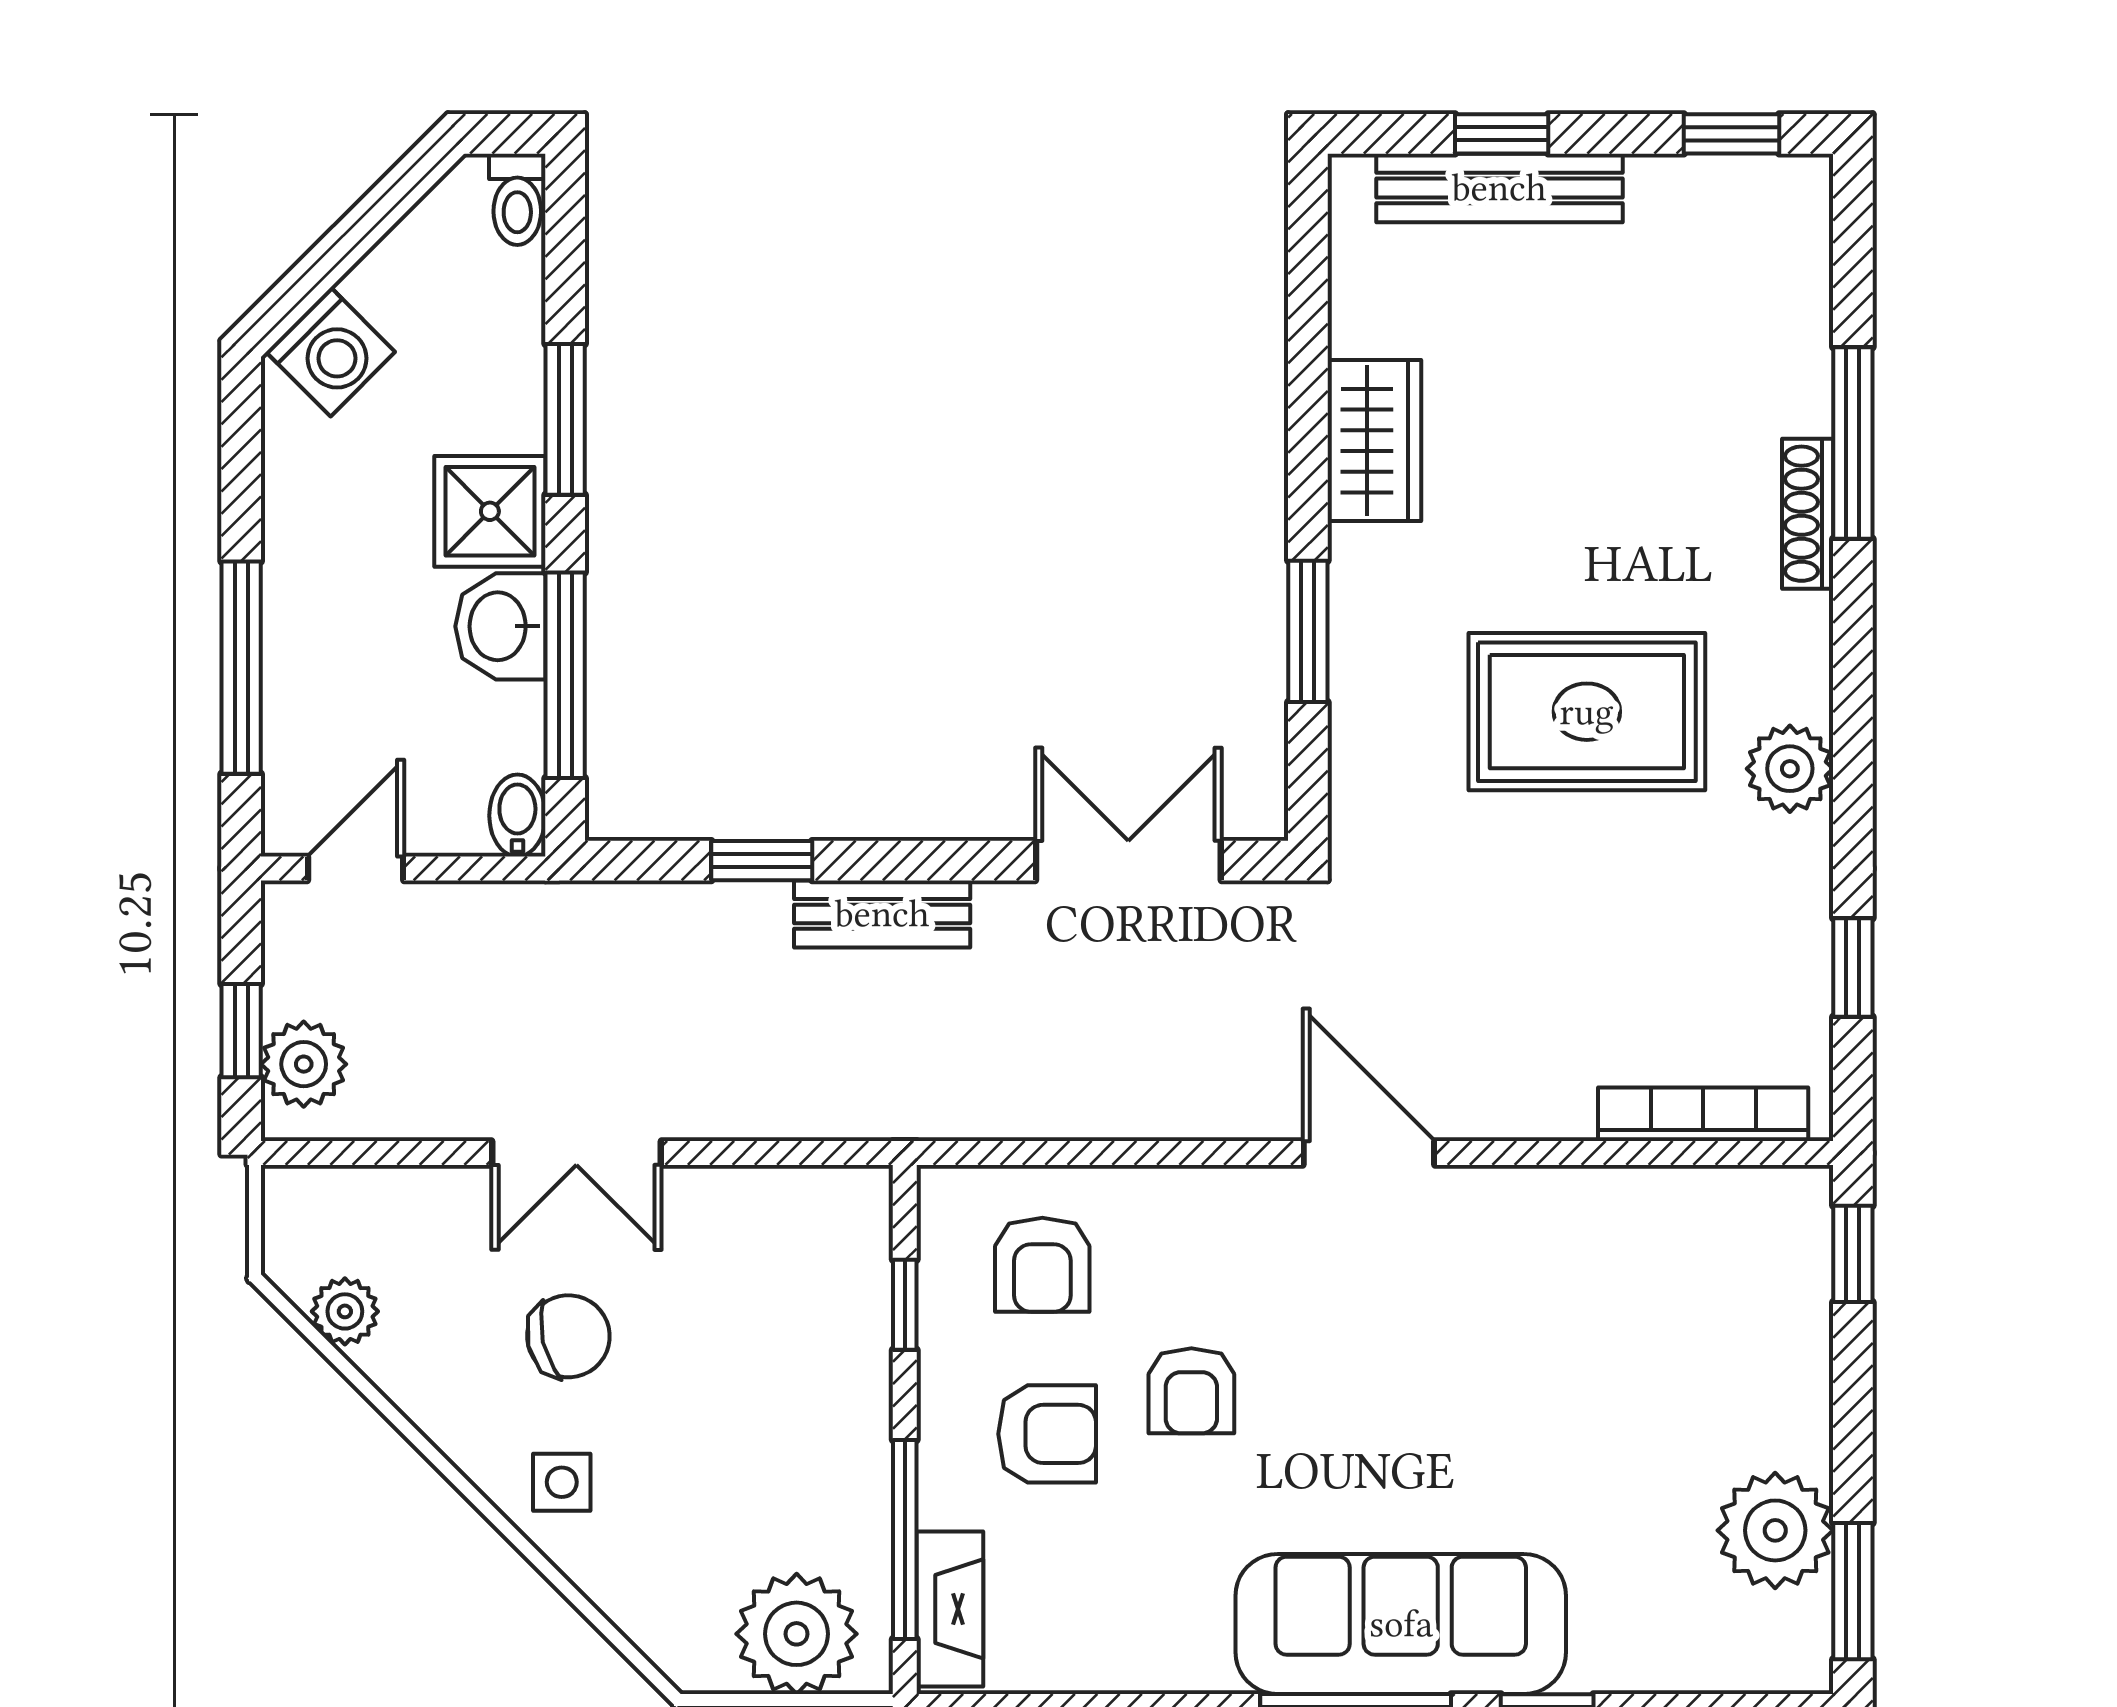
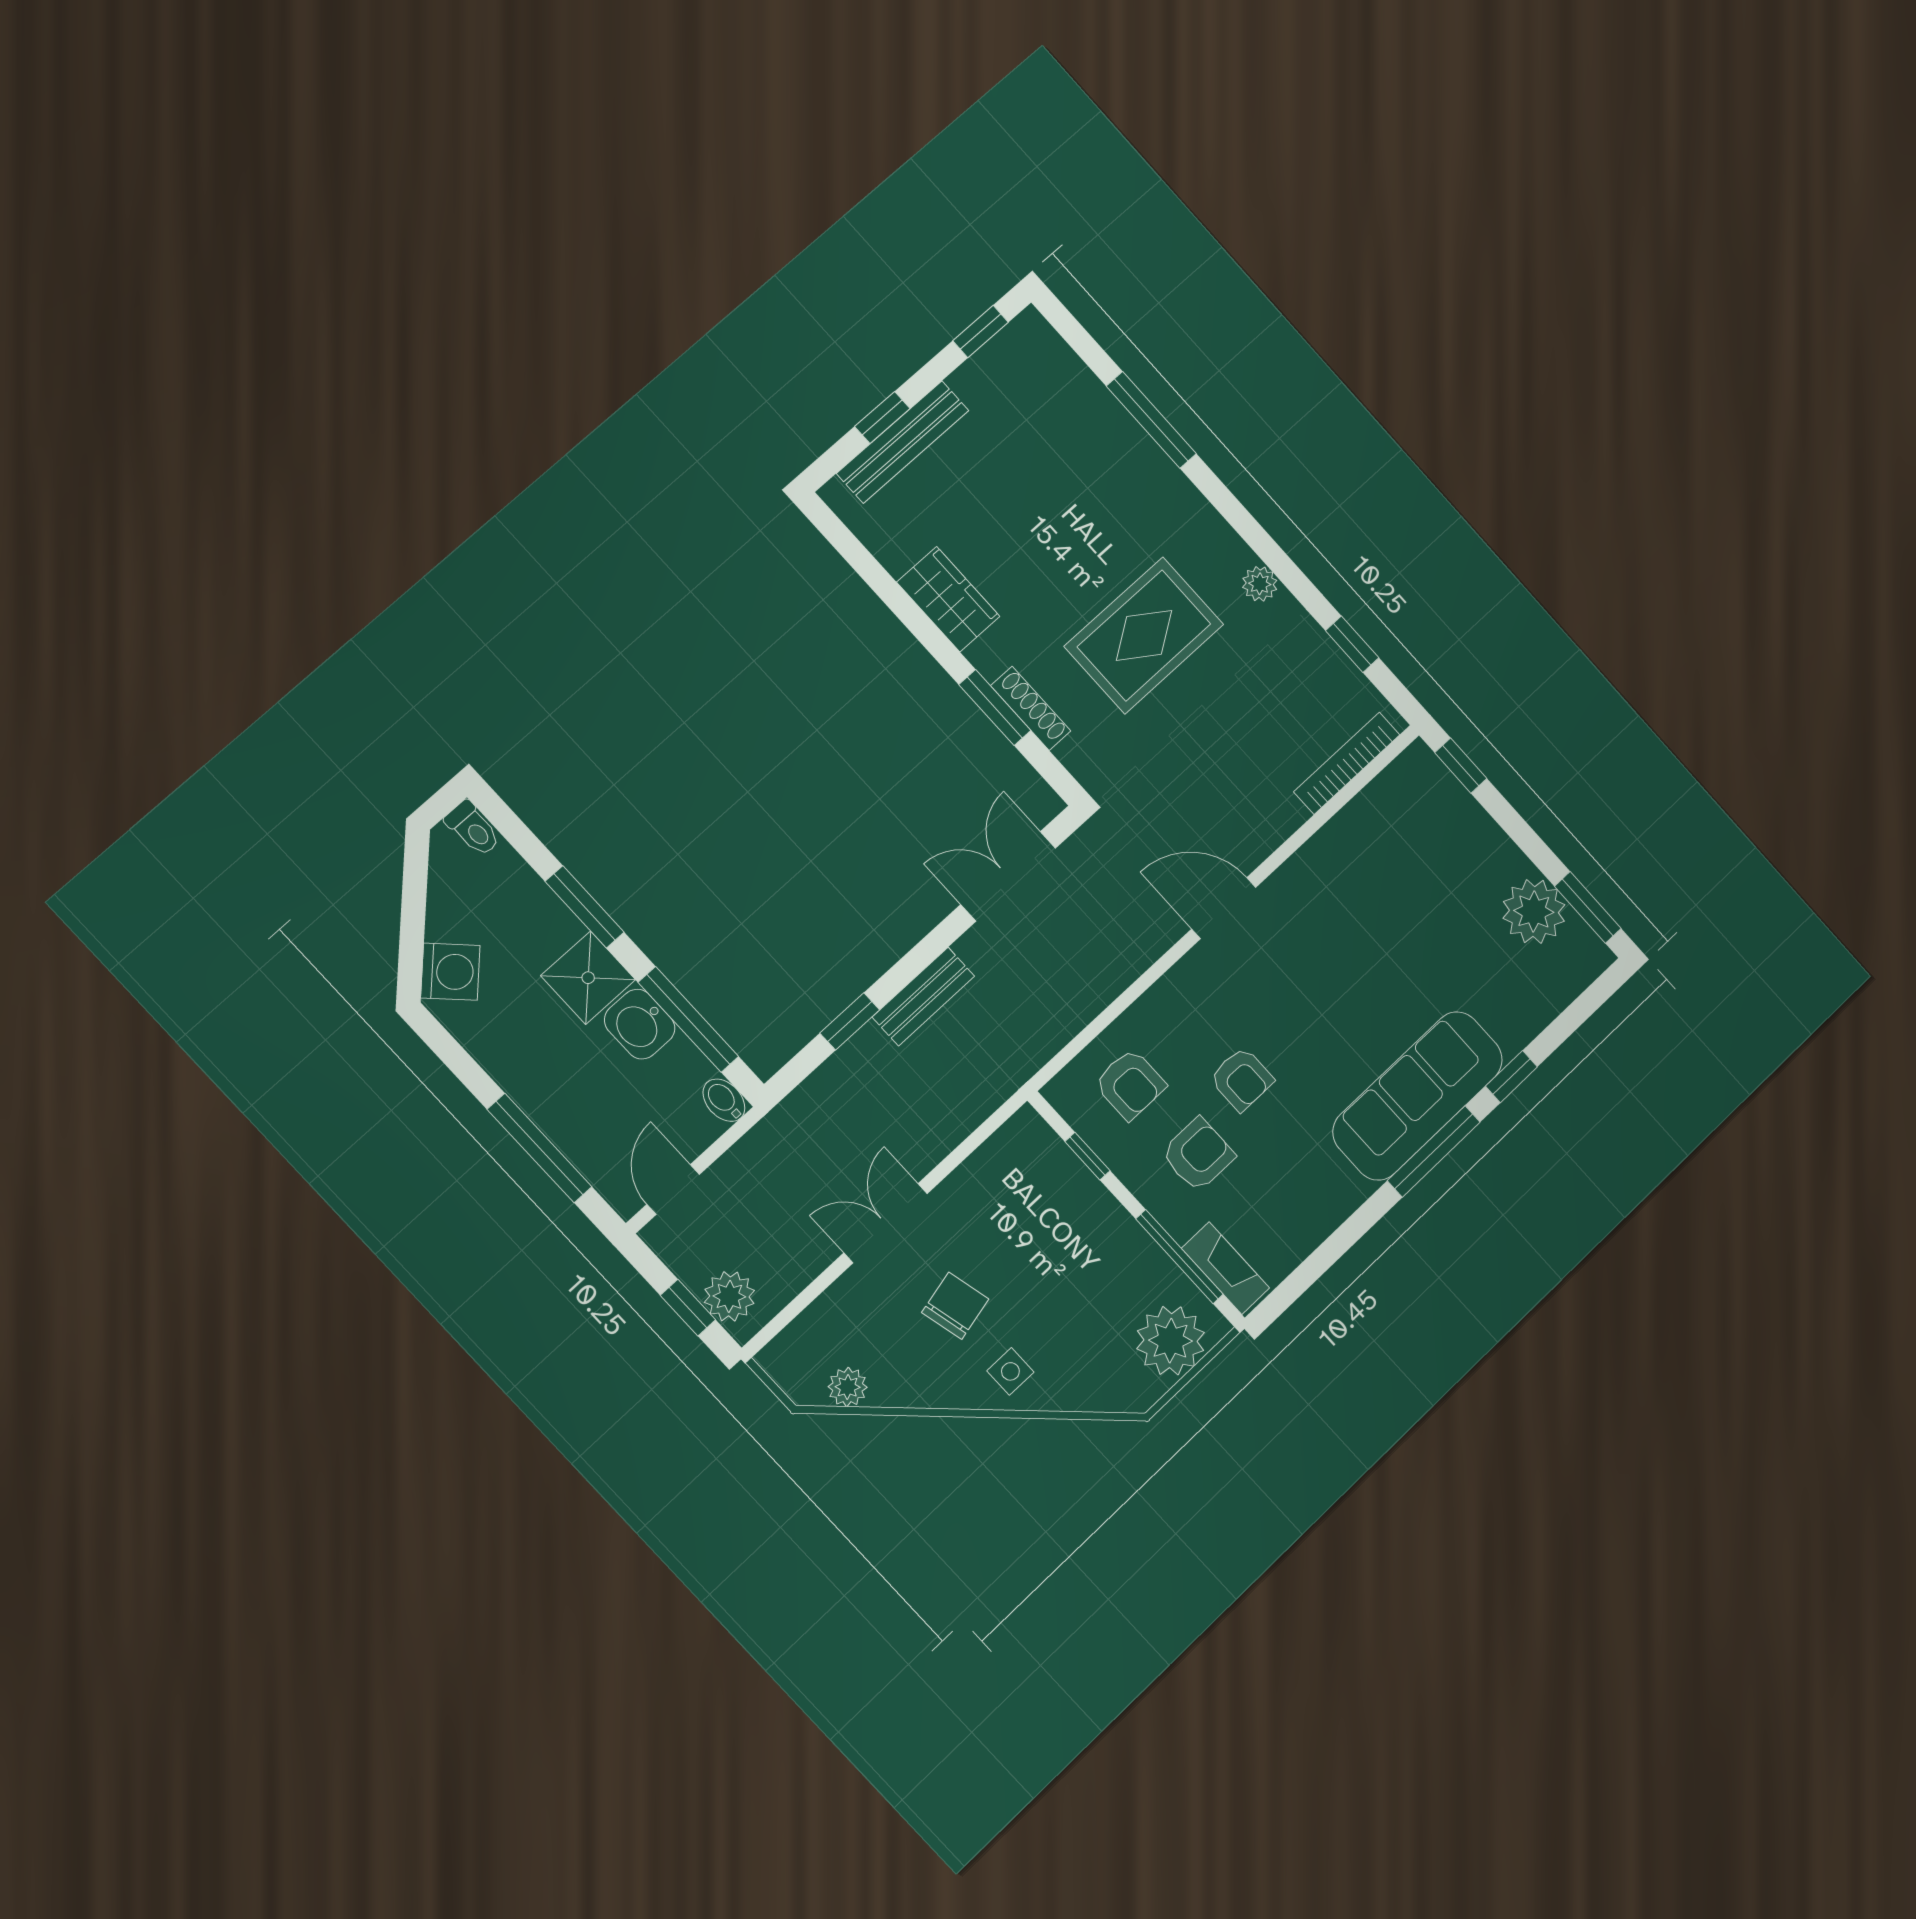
shoe rack: (1808, 514) -> (1031, 708), moved, turned 180
plant: (1790, 769) -> (1260, 584), width x0.73, depth x0.73
double door: (576, 1153) -> (886, 1223), swing flipped

